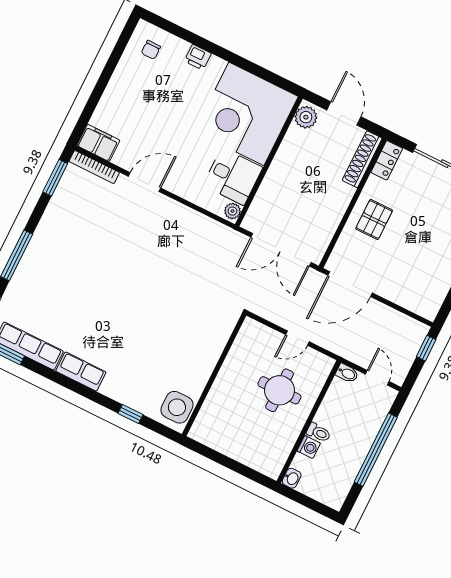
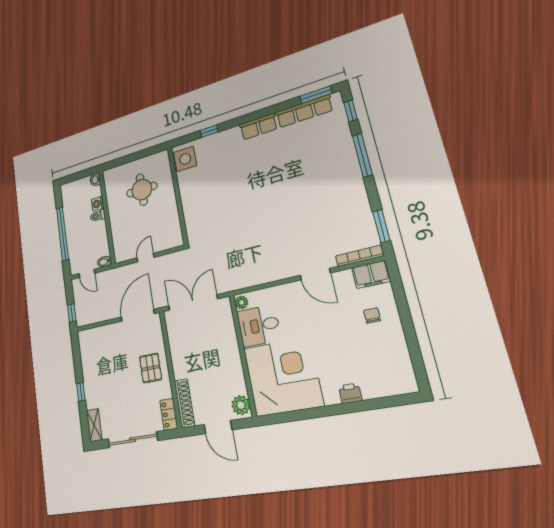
chair: (151, 50) -> (372, 315), moved
door: (145, 182) -> (315, 274), hinge flipped
round table: (279, 390) -> (142, 190), moved

